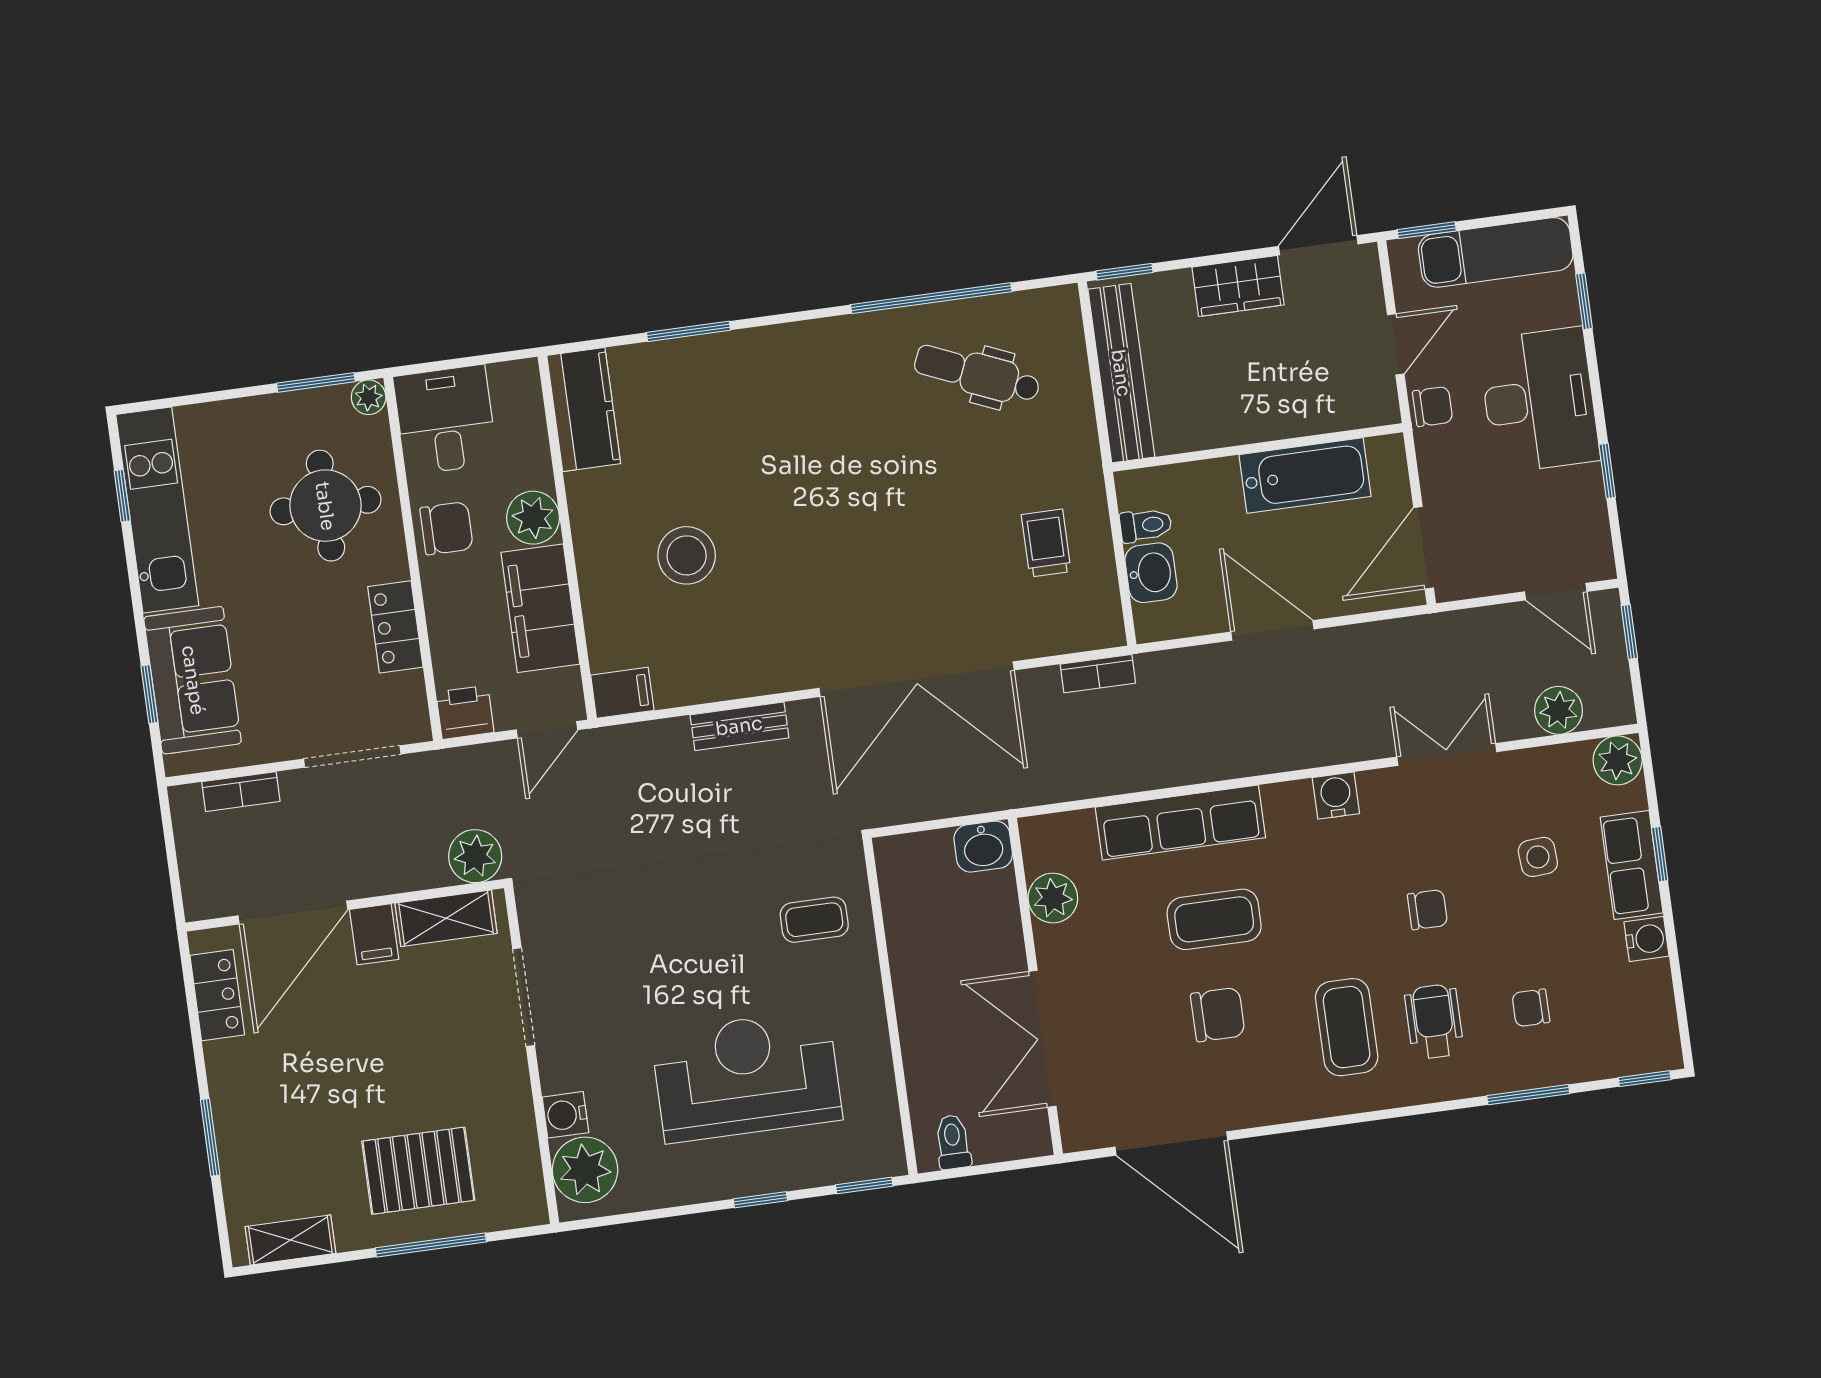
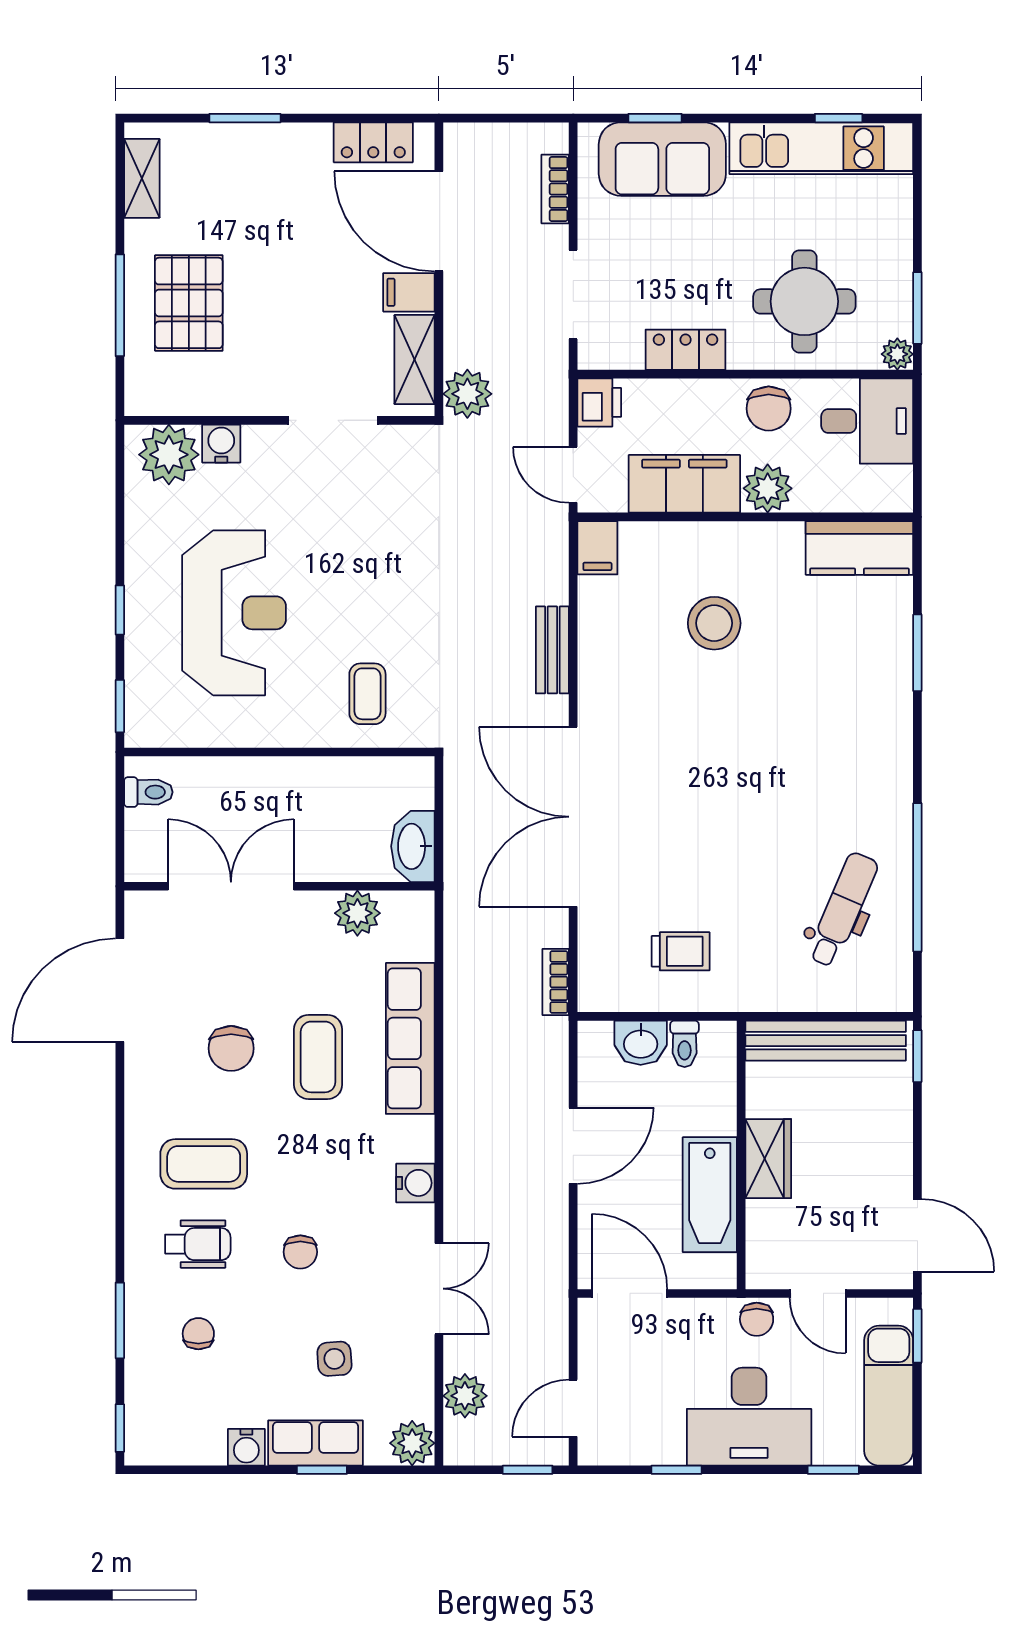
wardrobe: (1238, 286) -> (768, 1159), moved, turned 180
washbasin: (983, 847) -> (413, 846), width x1.38

